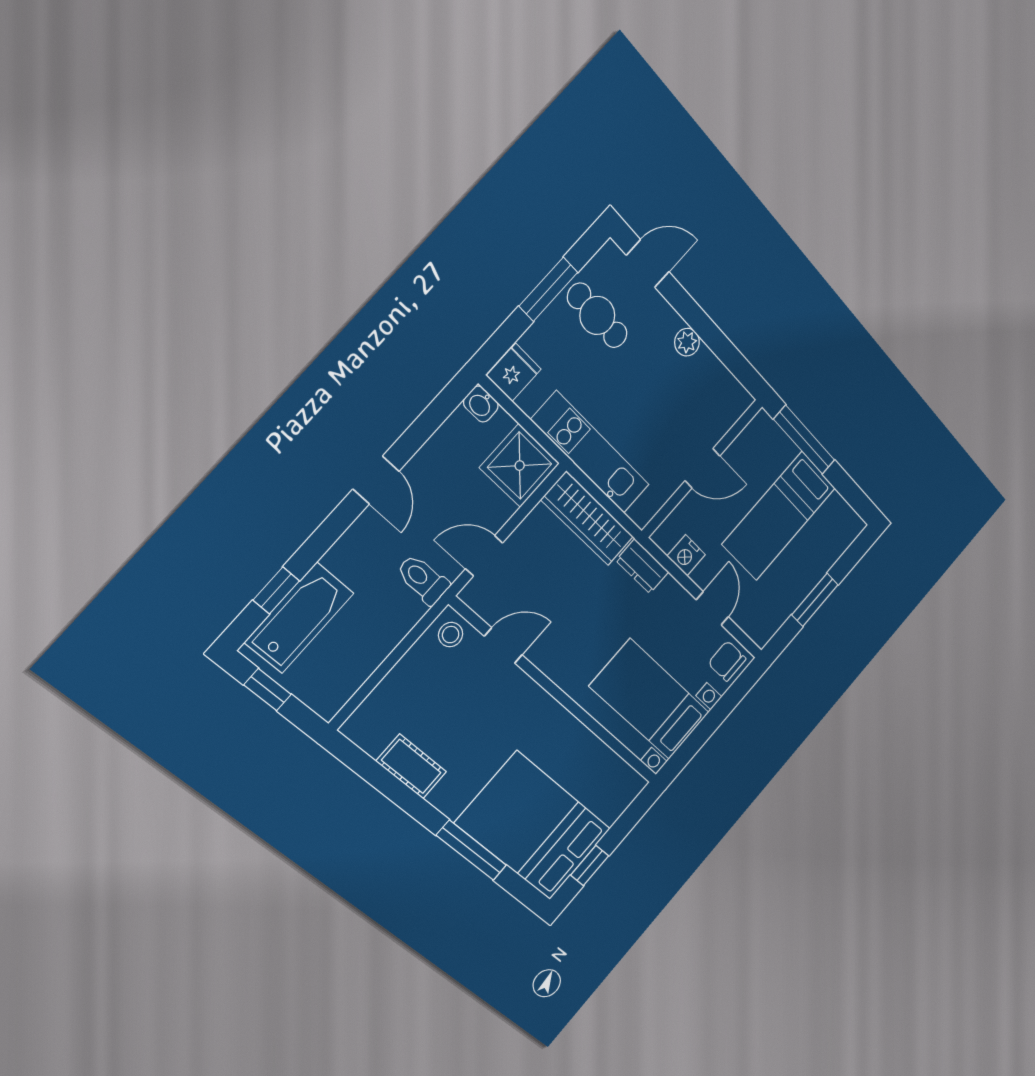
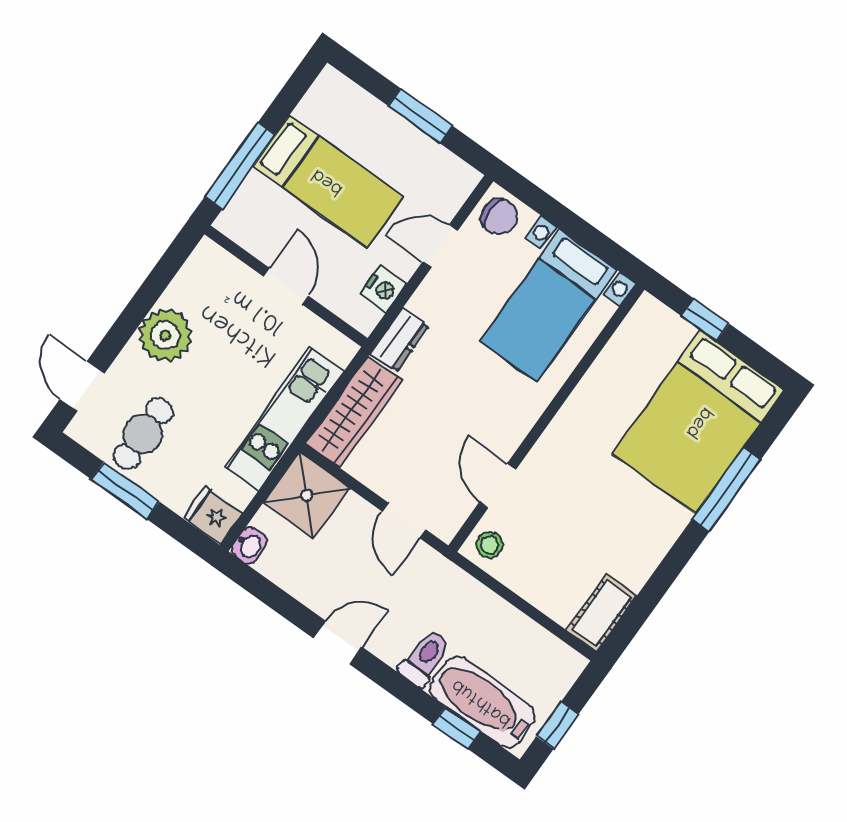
plant: (687, 342) -> (165, 335), width x1.88, depth x1.88
toilet: (423, 579) -> (425, 658), moved, turned 180
chair: (727, 661) -> (499, 217), turned -91
cot: (411, 766) -> (602, 613), moved
window: (590, 865) -> (705, 320), moved

